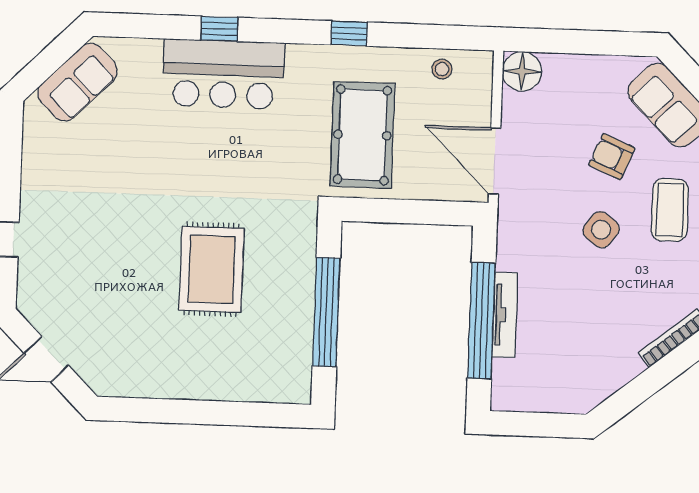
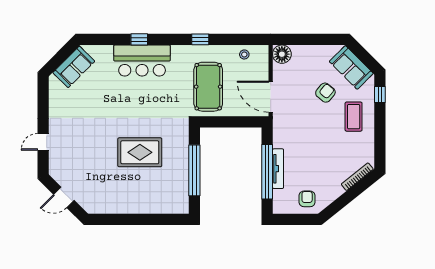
armchair: (612, 157) -> (325, 93), turned 107
side table: (601, 230) -> (322, 127), removed
rug: (212, 269) -> (140, 152), turned 90
armchair: (564, 382) -> (307, 199), added

